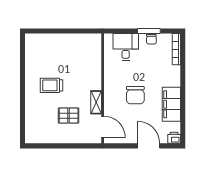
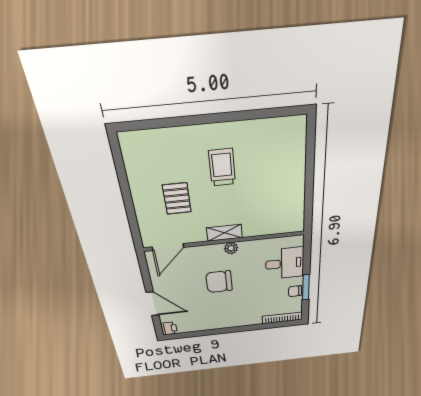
plant: (109, 84) -> (231, 248), added
shelving: (96, 102) -> (224, 233), moved
filing cabinet: (171, 104) -> (212, 321), removed
door: (149, 146) -> (152, 304), hinge flipped

